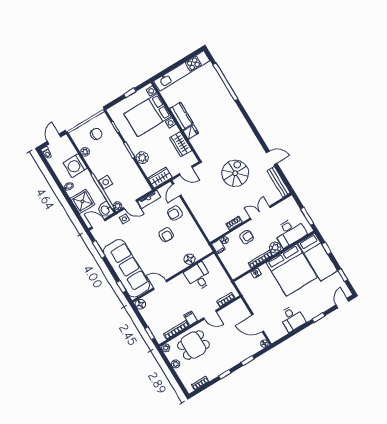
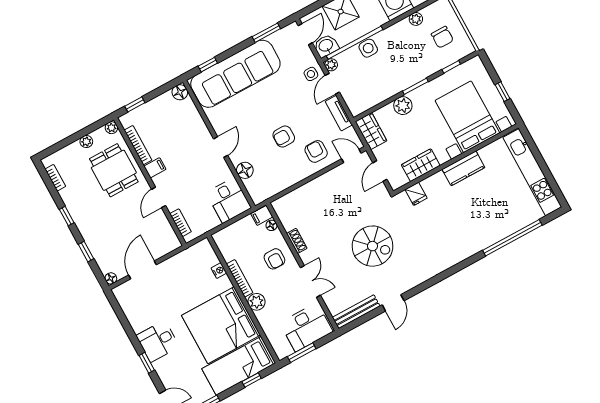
fridge: (191, 132) -> (416, 194), moved
desk: (290, 232) -> (306, 327), moved, turned -90
desk: (198, 277) -> (229, 200), moved, turned 90
door: (160, 285) -> (221, 147), moved
desk: (292, 318) -> (158, 341), moved

